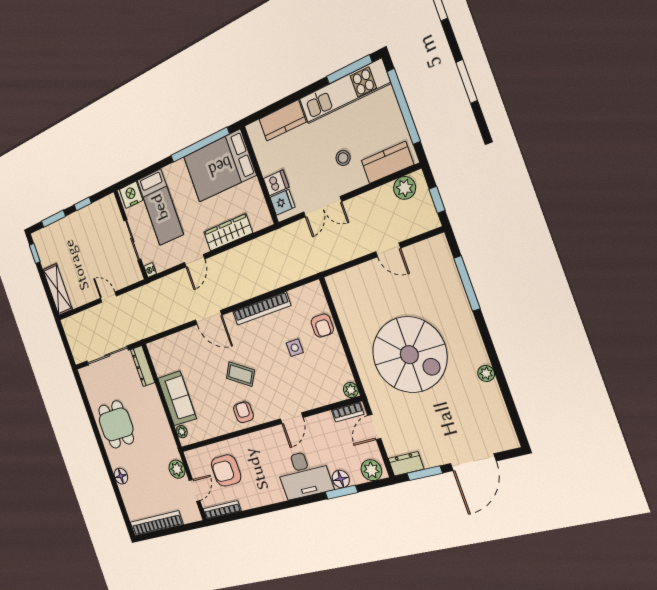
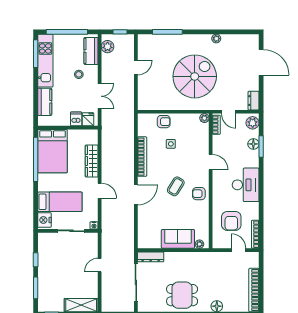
plant: (177, 469) -> (222, 258), removed
window: (425, 473) -> (261, 92), removed
desk: (304, 475) -> (246, 185), moved

